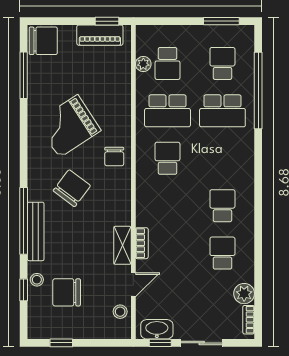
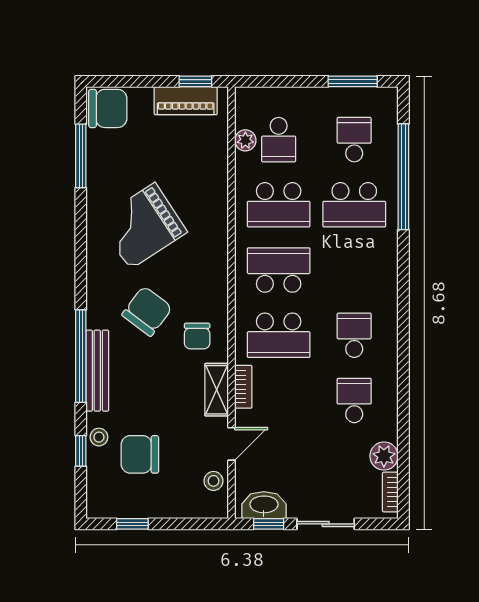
chair: (114, 157) -> (197, 336), moved
school desk: (168, 158) -> (279, 270), width x1.85
school desk: (168, 206) -> (279, 335), added

